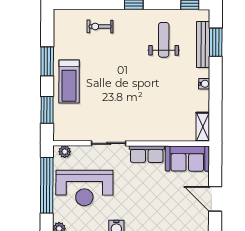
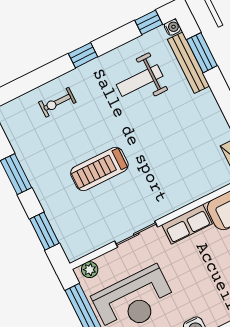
weight bench: (164, 40) -> (140, 80), turned -90
treadmill: (69, 81) -> (99, 169), moved, turned 90
water cooler: (204, 84) -> (172, 27), moved

